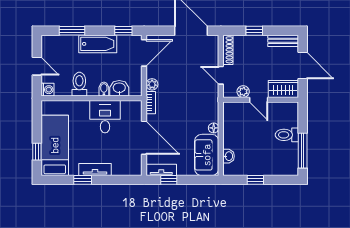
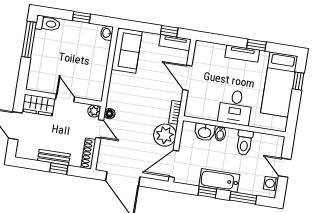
window: (123, 31) -> (207, 192), moved
bench: (283, 41) -> (54, 157), moved
plant: (152, 84) -> (165, 135), width x1.87, depth x1.87
washing machine: (47, 90) -> (271, 184), moved
plant: (243, 92) -> (94, 111), moved
desk: (105, 117) -> (235, 107), moved
floor lamp: (214, 128) -> (110, 114), moved
toilet: (287, 135) -> (48, 24), moved
door: (144, 138) -> (187, 78), width x0.73
washbasin: (229, 156) -> (107, 33), moved

